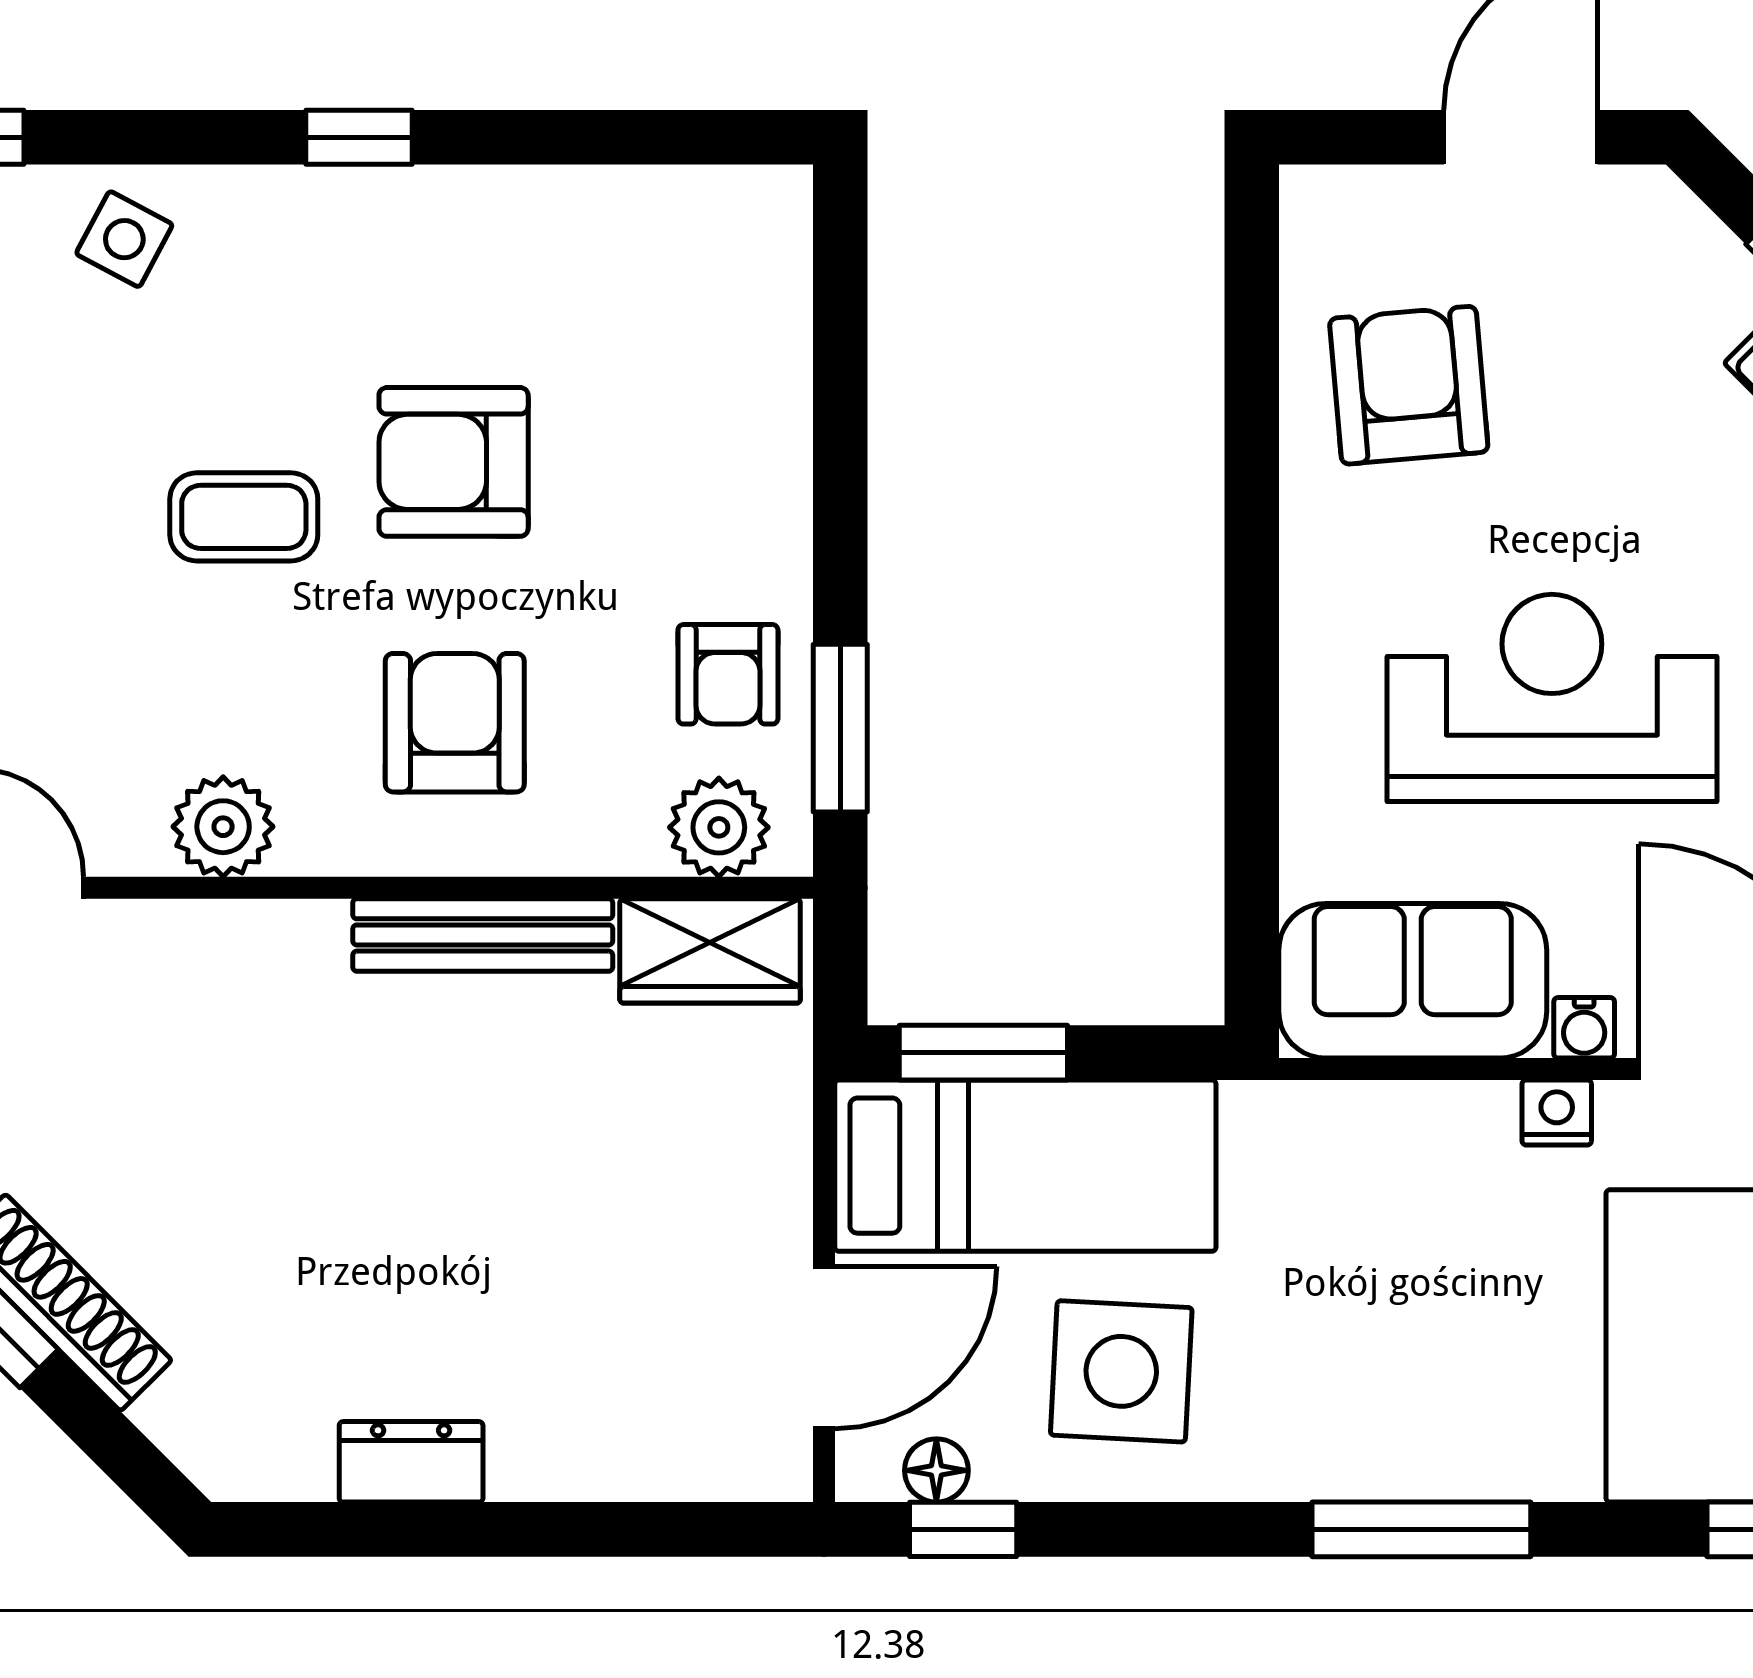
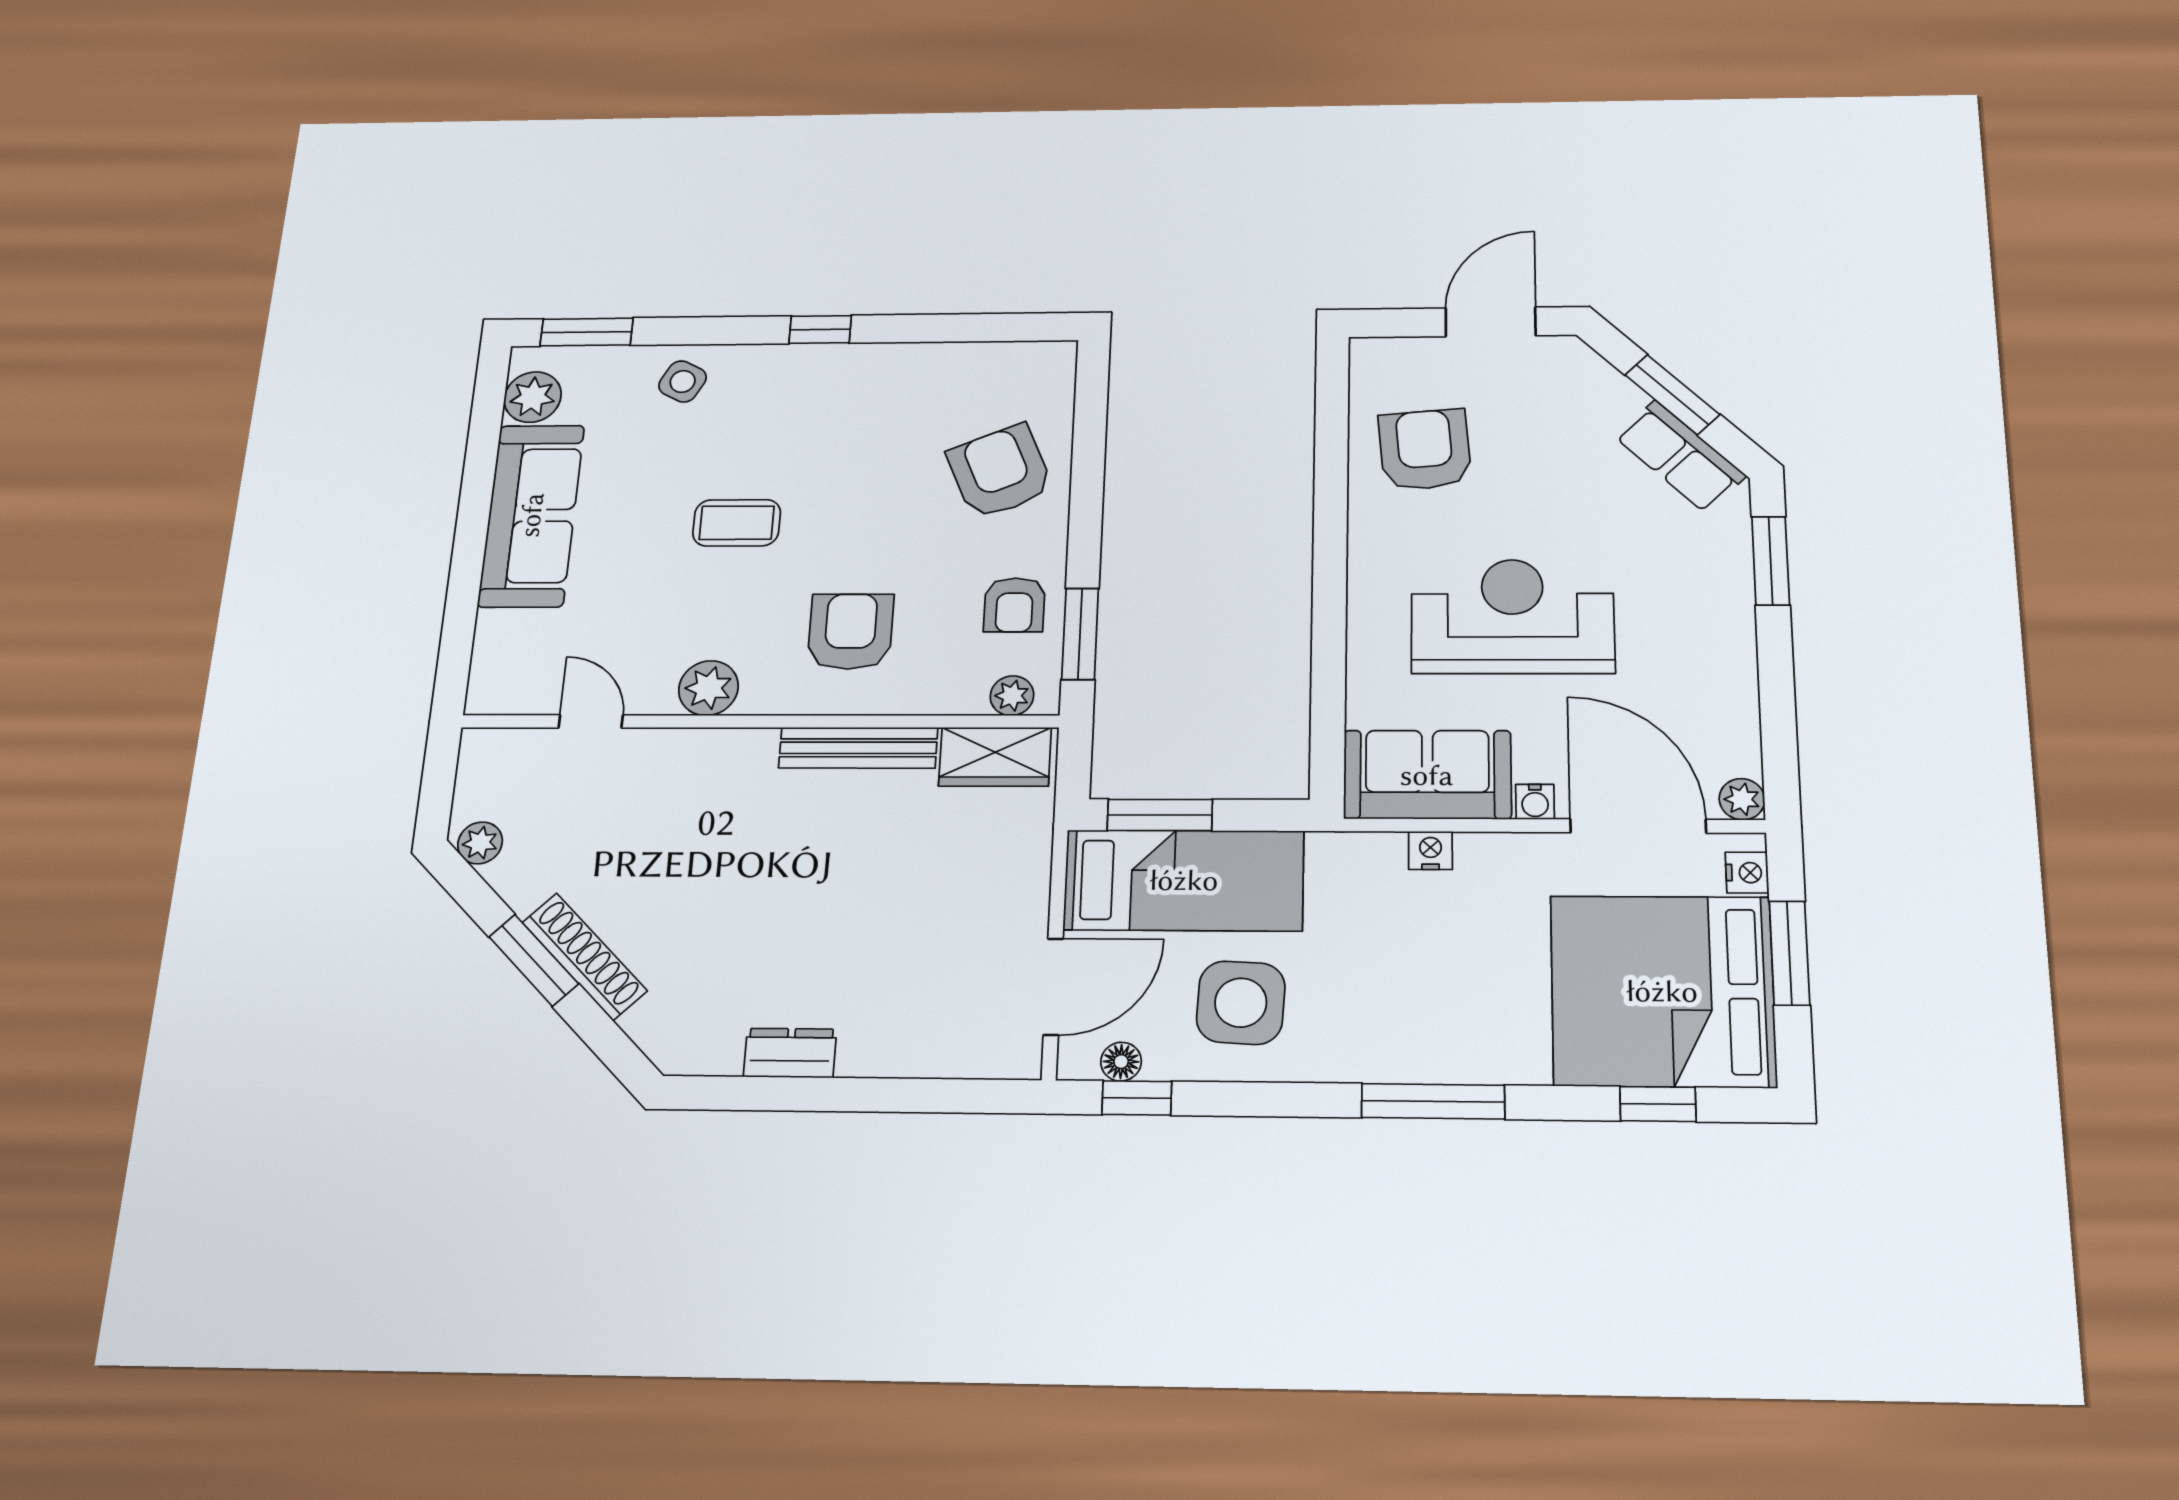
armchair: (454, 462) -> (1000, 472), moved, turned 67
plant: (719, 827) -> (1012, 696), width x0.73, depth x0.73
nightstand: (1557, 1113) -> (1430, 850), moved

